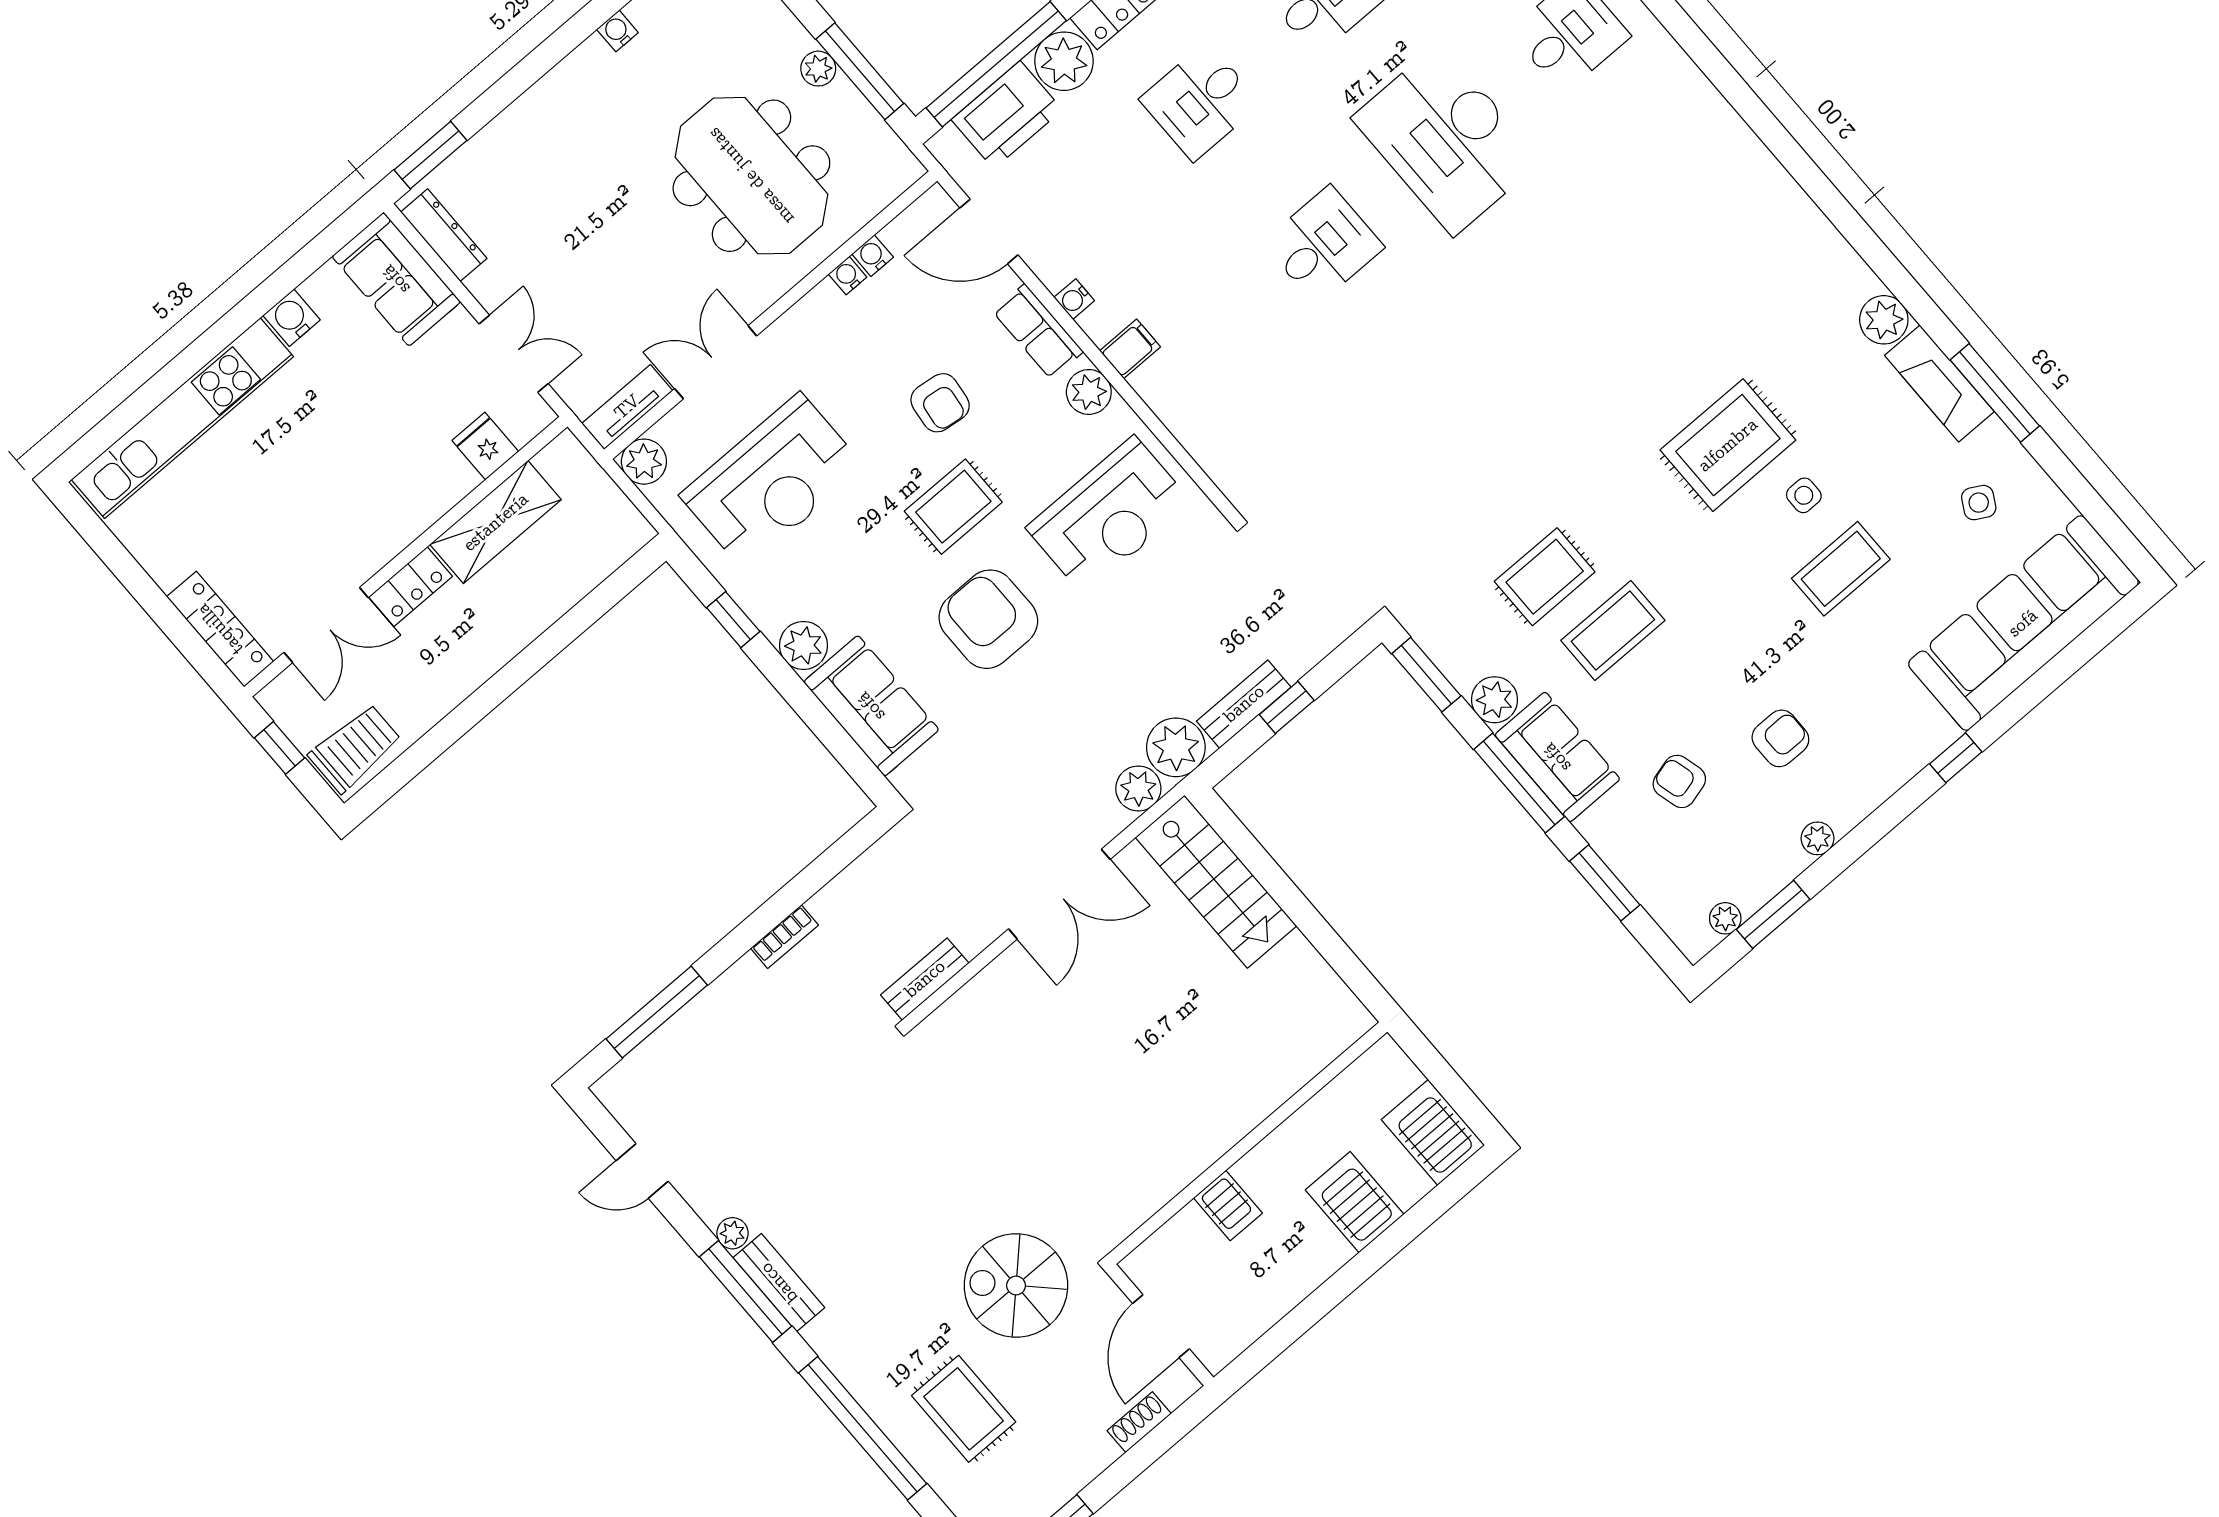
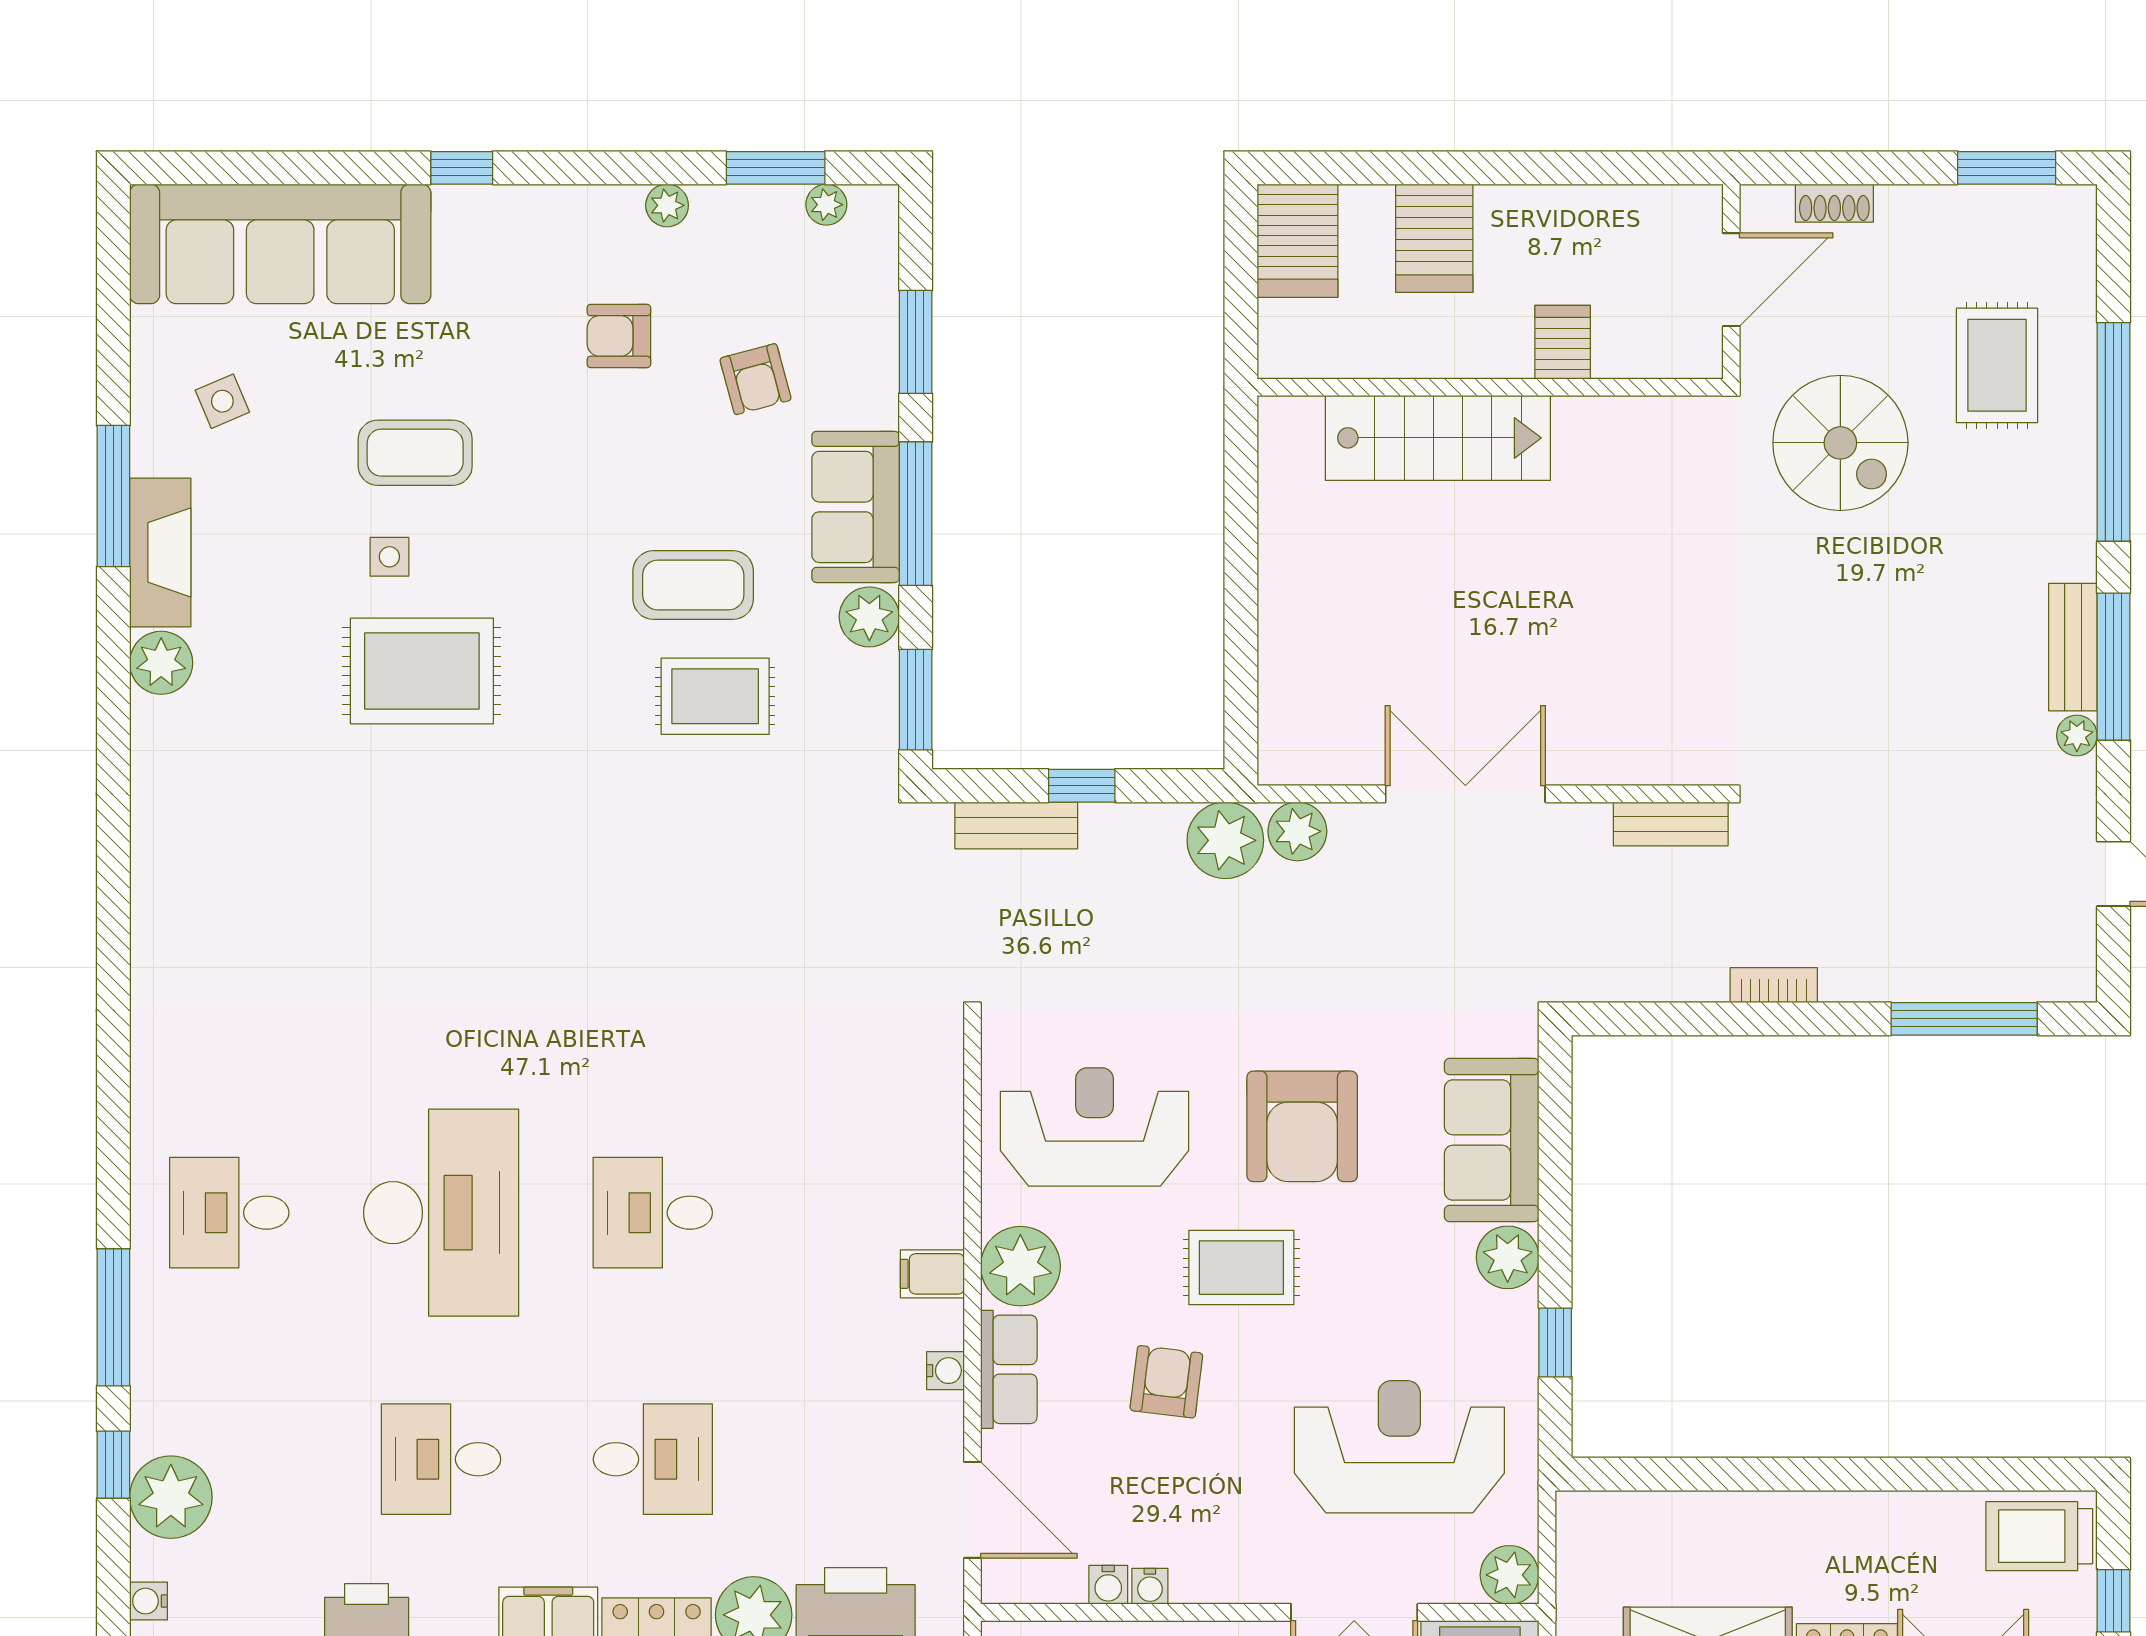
plant: (1089, 392) -> (1020, 1266), width x1.36, depth x1.36
side table: (1979, 503) -> (222, 401), turned 38
bench: (1244, 704) -> (1016, 825), moved
stairs: (1216, 882) -> (1438, 438), moved, turned 90

